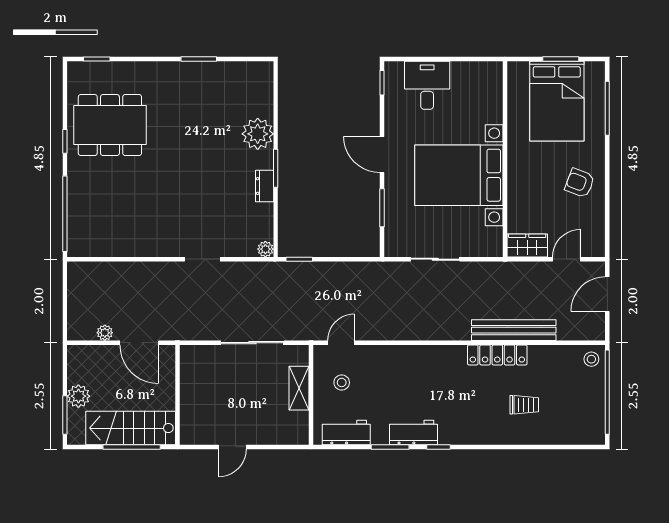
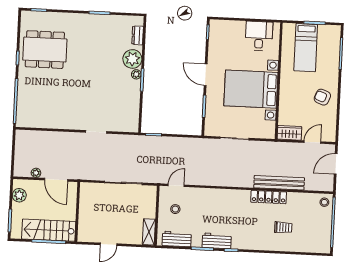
desk: (427, 85) -> (259, 36), moved
bed: (557, 101) -> (306, 48), width x0.67
dresser: (265, 186) -> (138, 35), moved
plant: (265, 249) -> (136, 74), moved
shelving: (299, 388) -> (149, 232), moved
plant: (78, 396) -> (19, 195), moved

